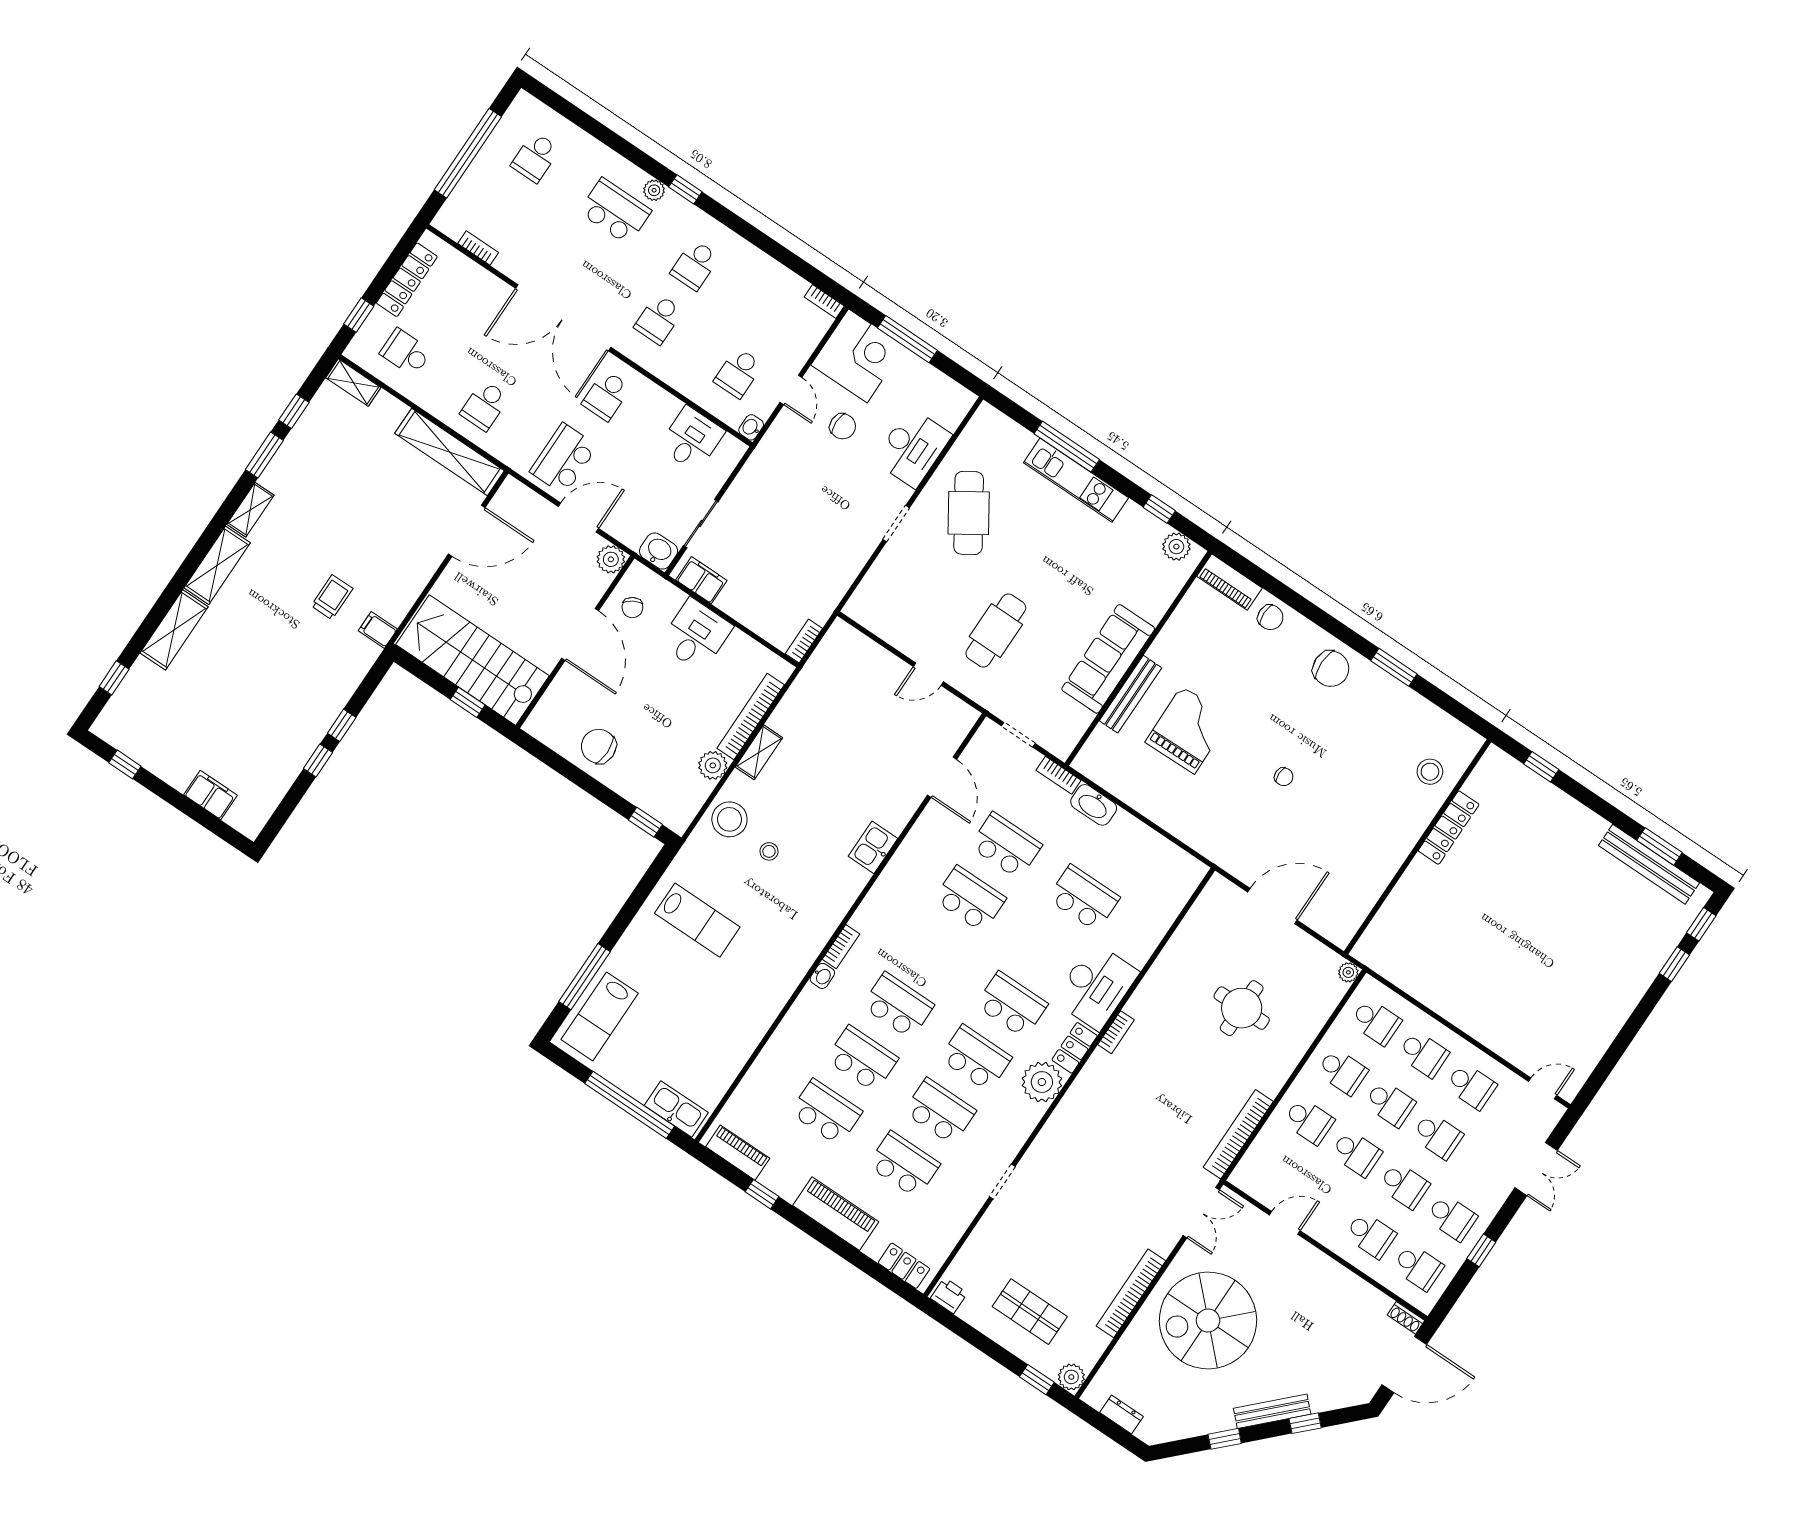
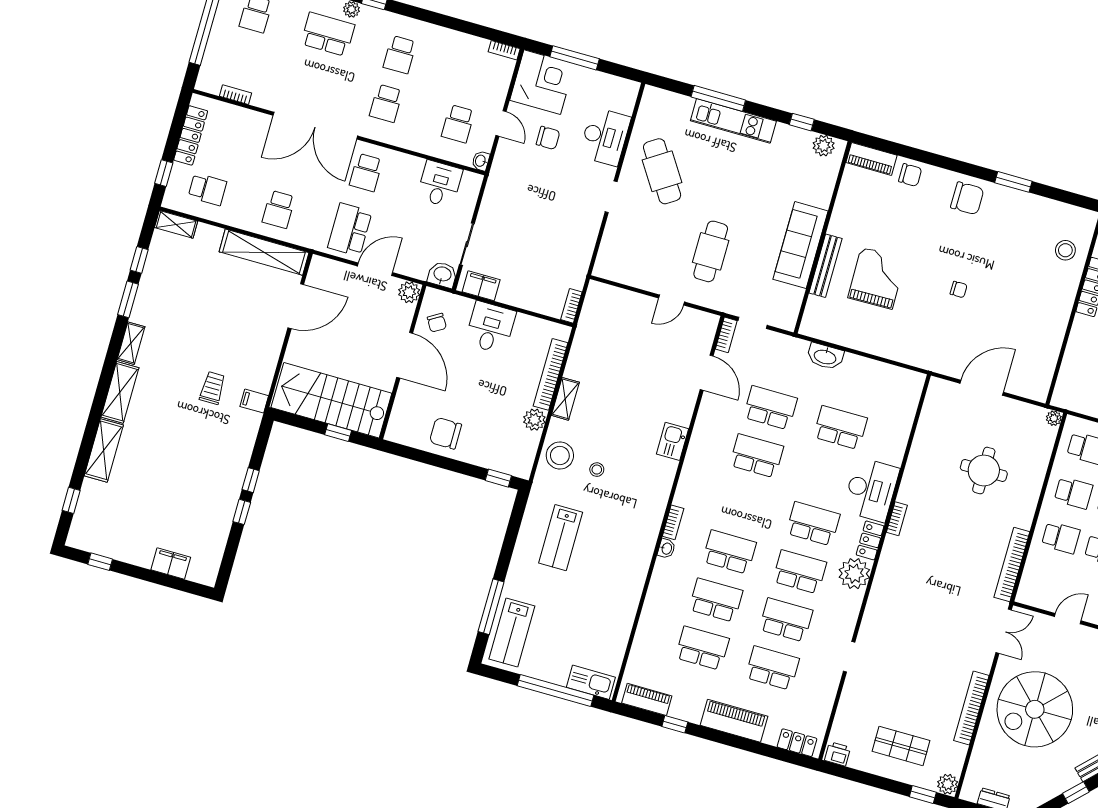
school desk: (406, 352) -> (207, 189), turned 180
bookcase: (1059, 775) -> (726, 335), moved, turned -90
lab bench: (697, 920) -> (561, 538), turned 90

